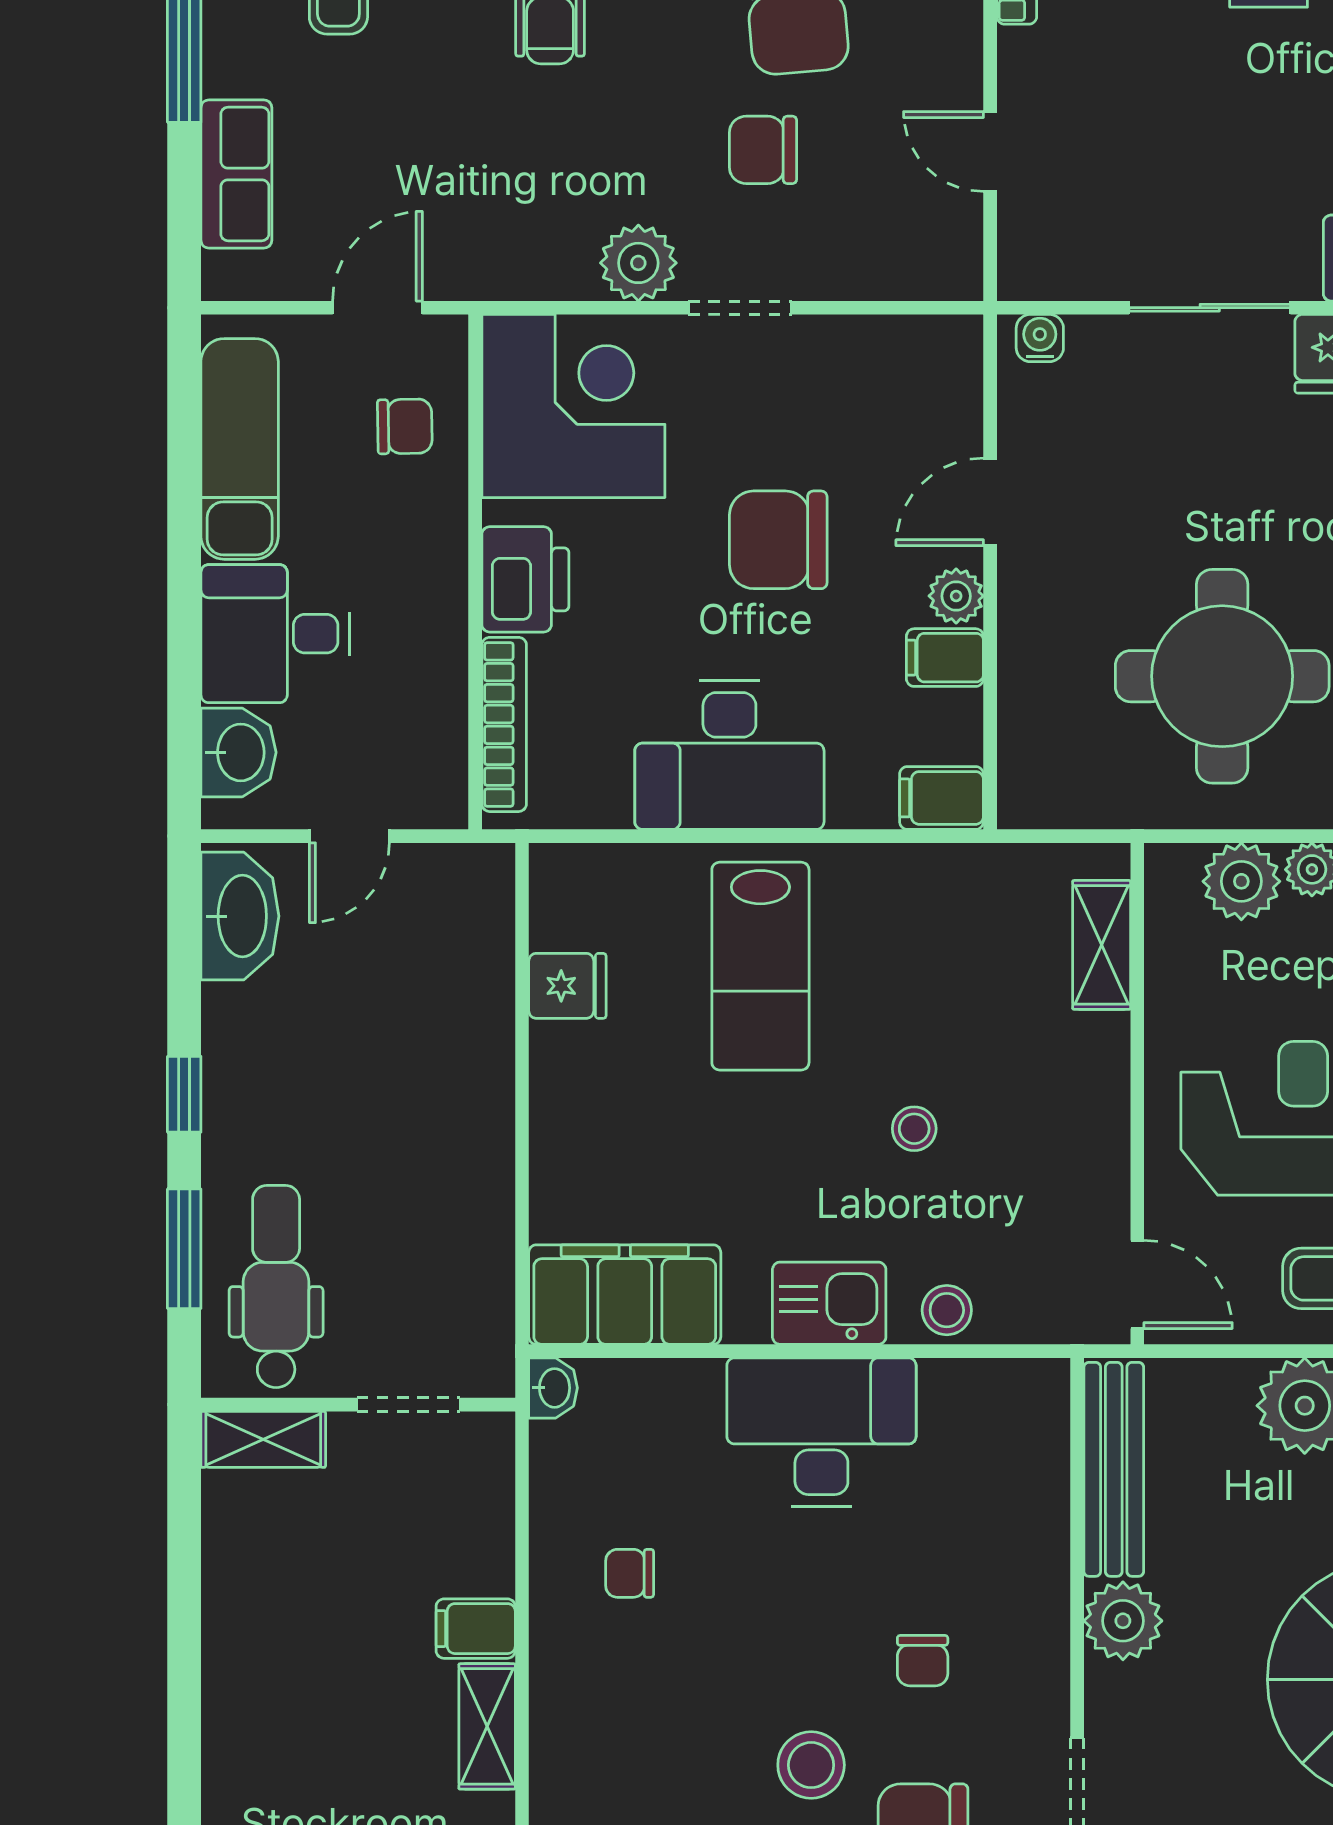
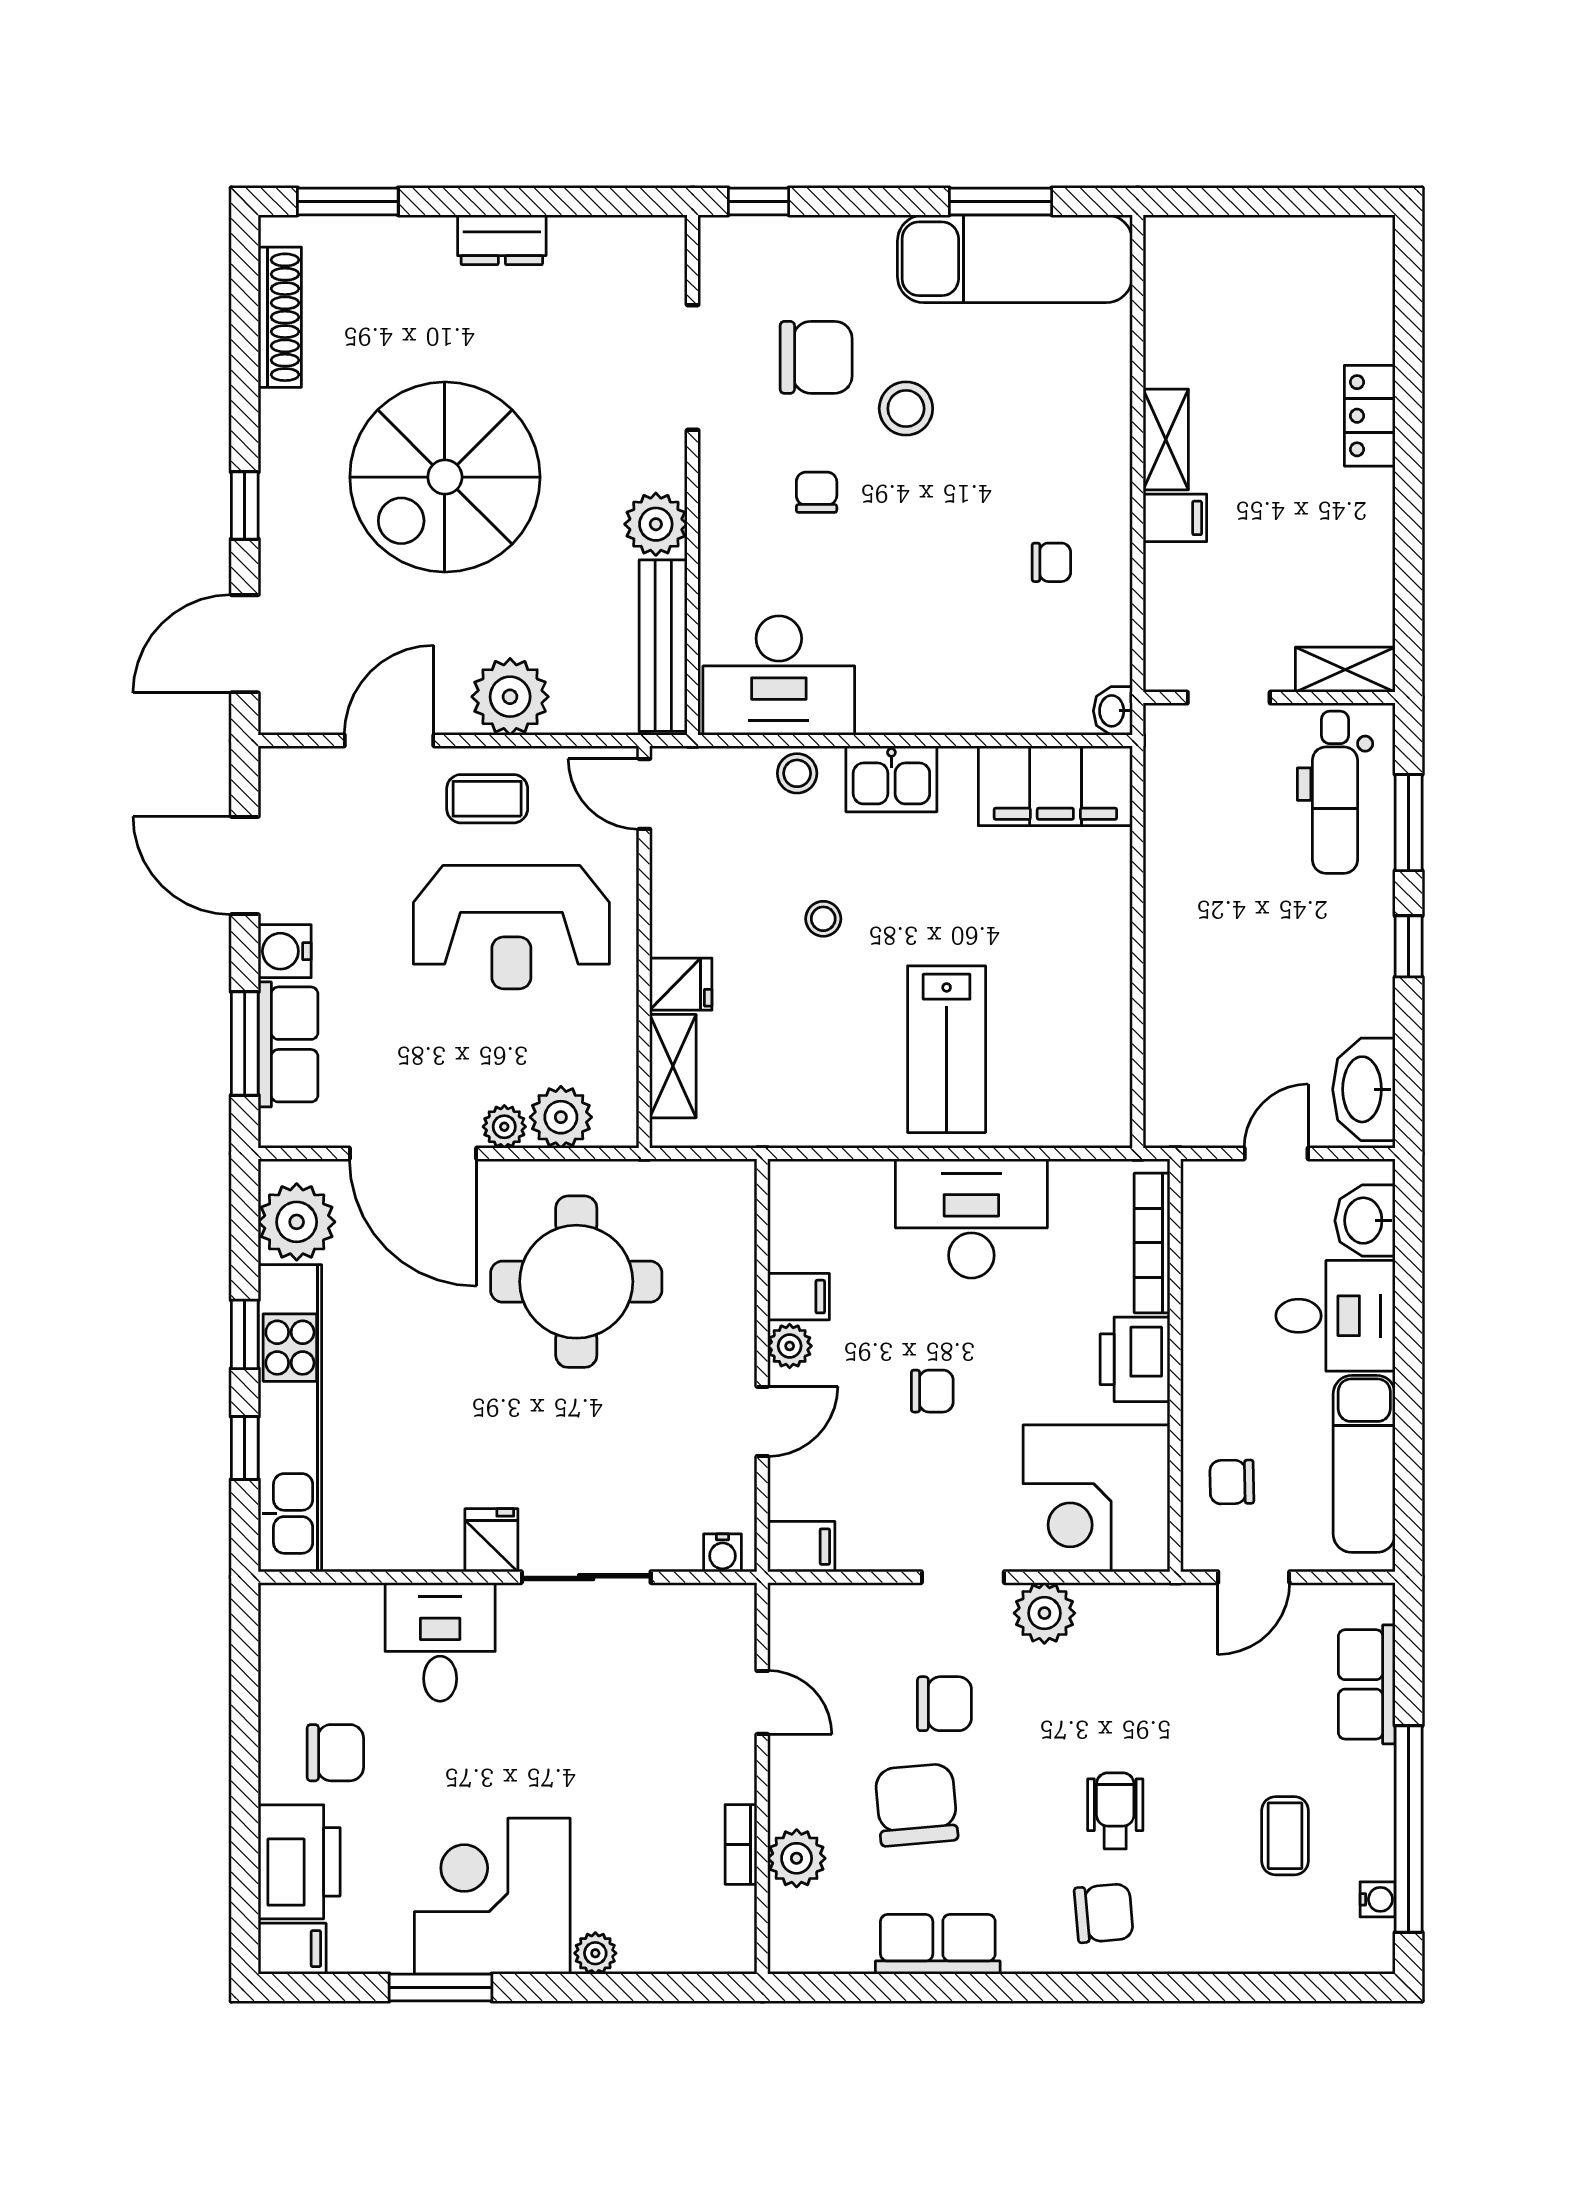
chair: (778, 540) -> (932, 1391), width x0.54, depth x0.54
filing cabinet: (942, 798) -> (801, 1547), moved
lab bench: (760, 966) -> (947, 1049), turned 180
fridge: (567, 986) -> (681, 984), moved, turned 180
desk: (821, 1432) -> (779, 675), moved
locker: (233, 1756) -> (1370, 416), added

